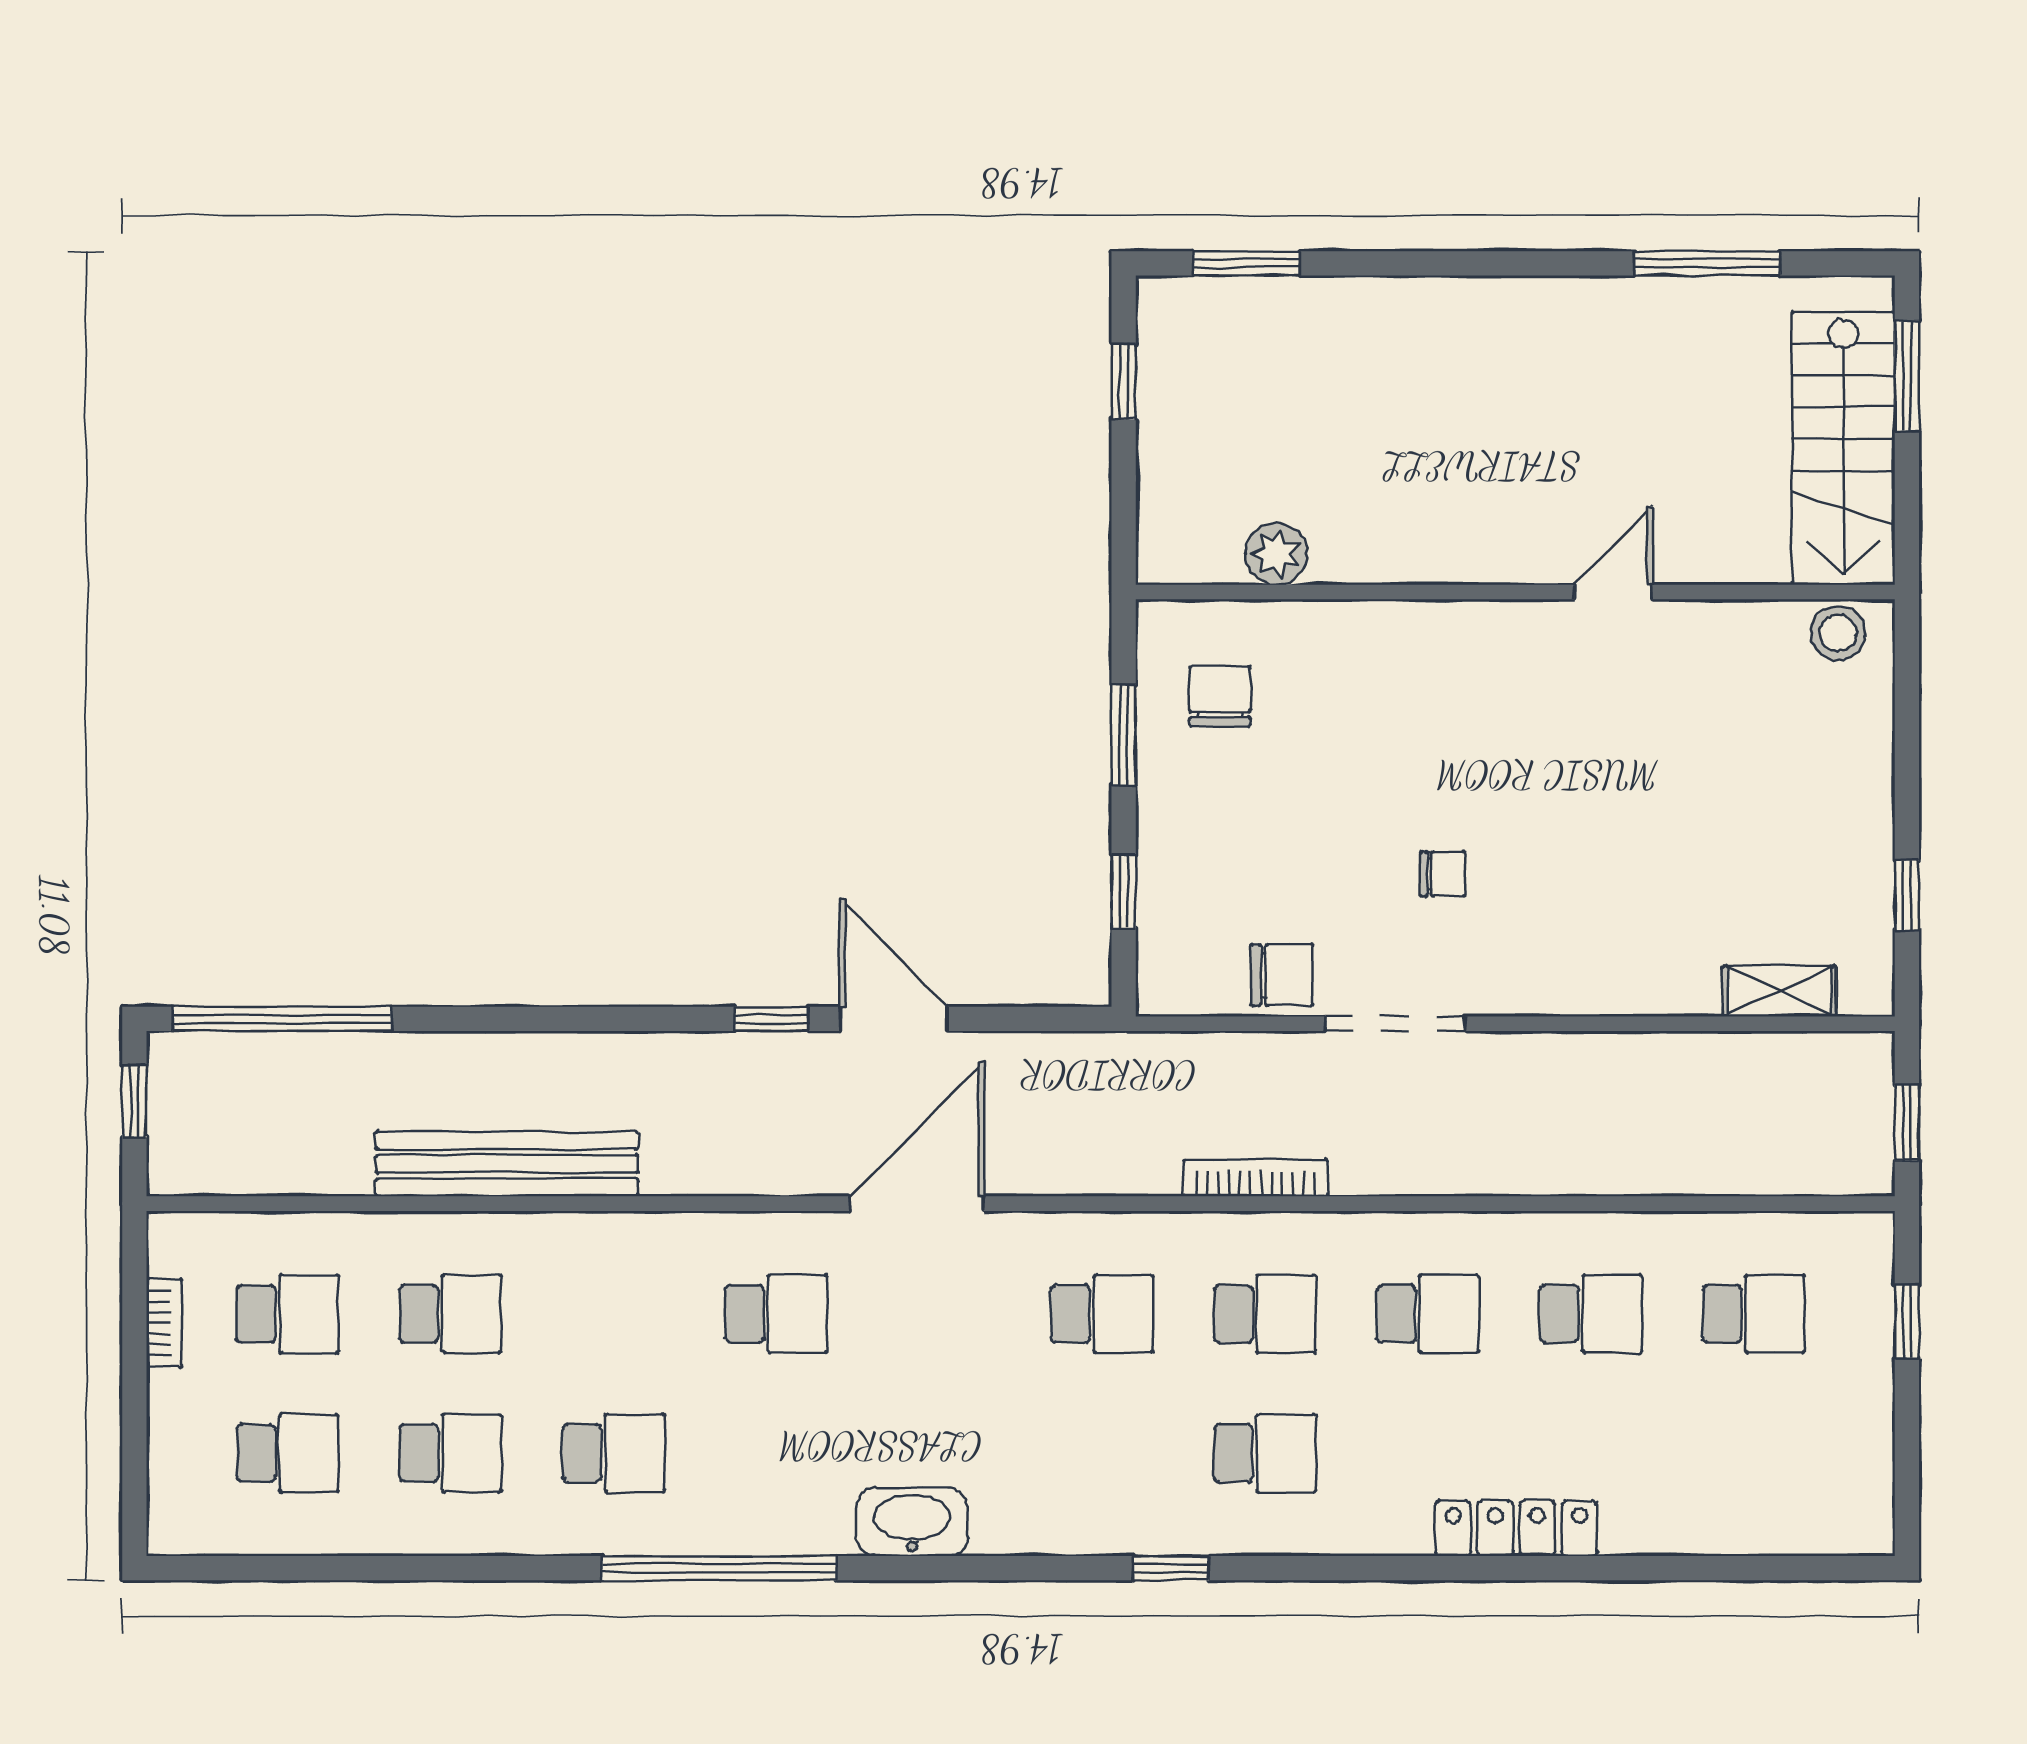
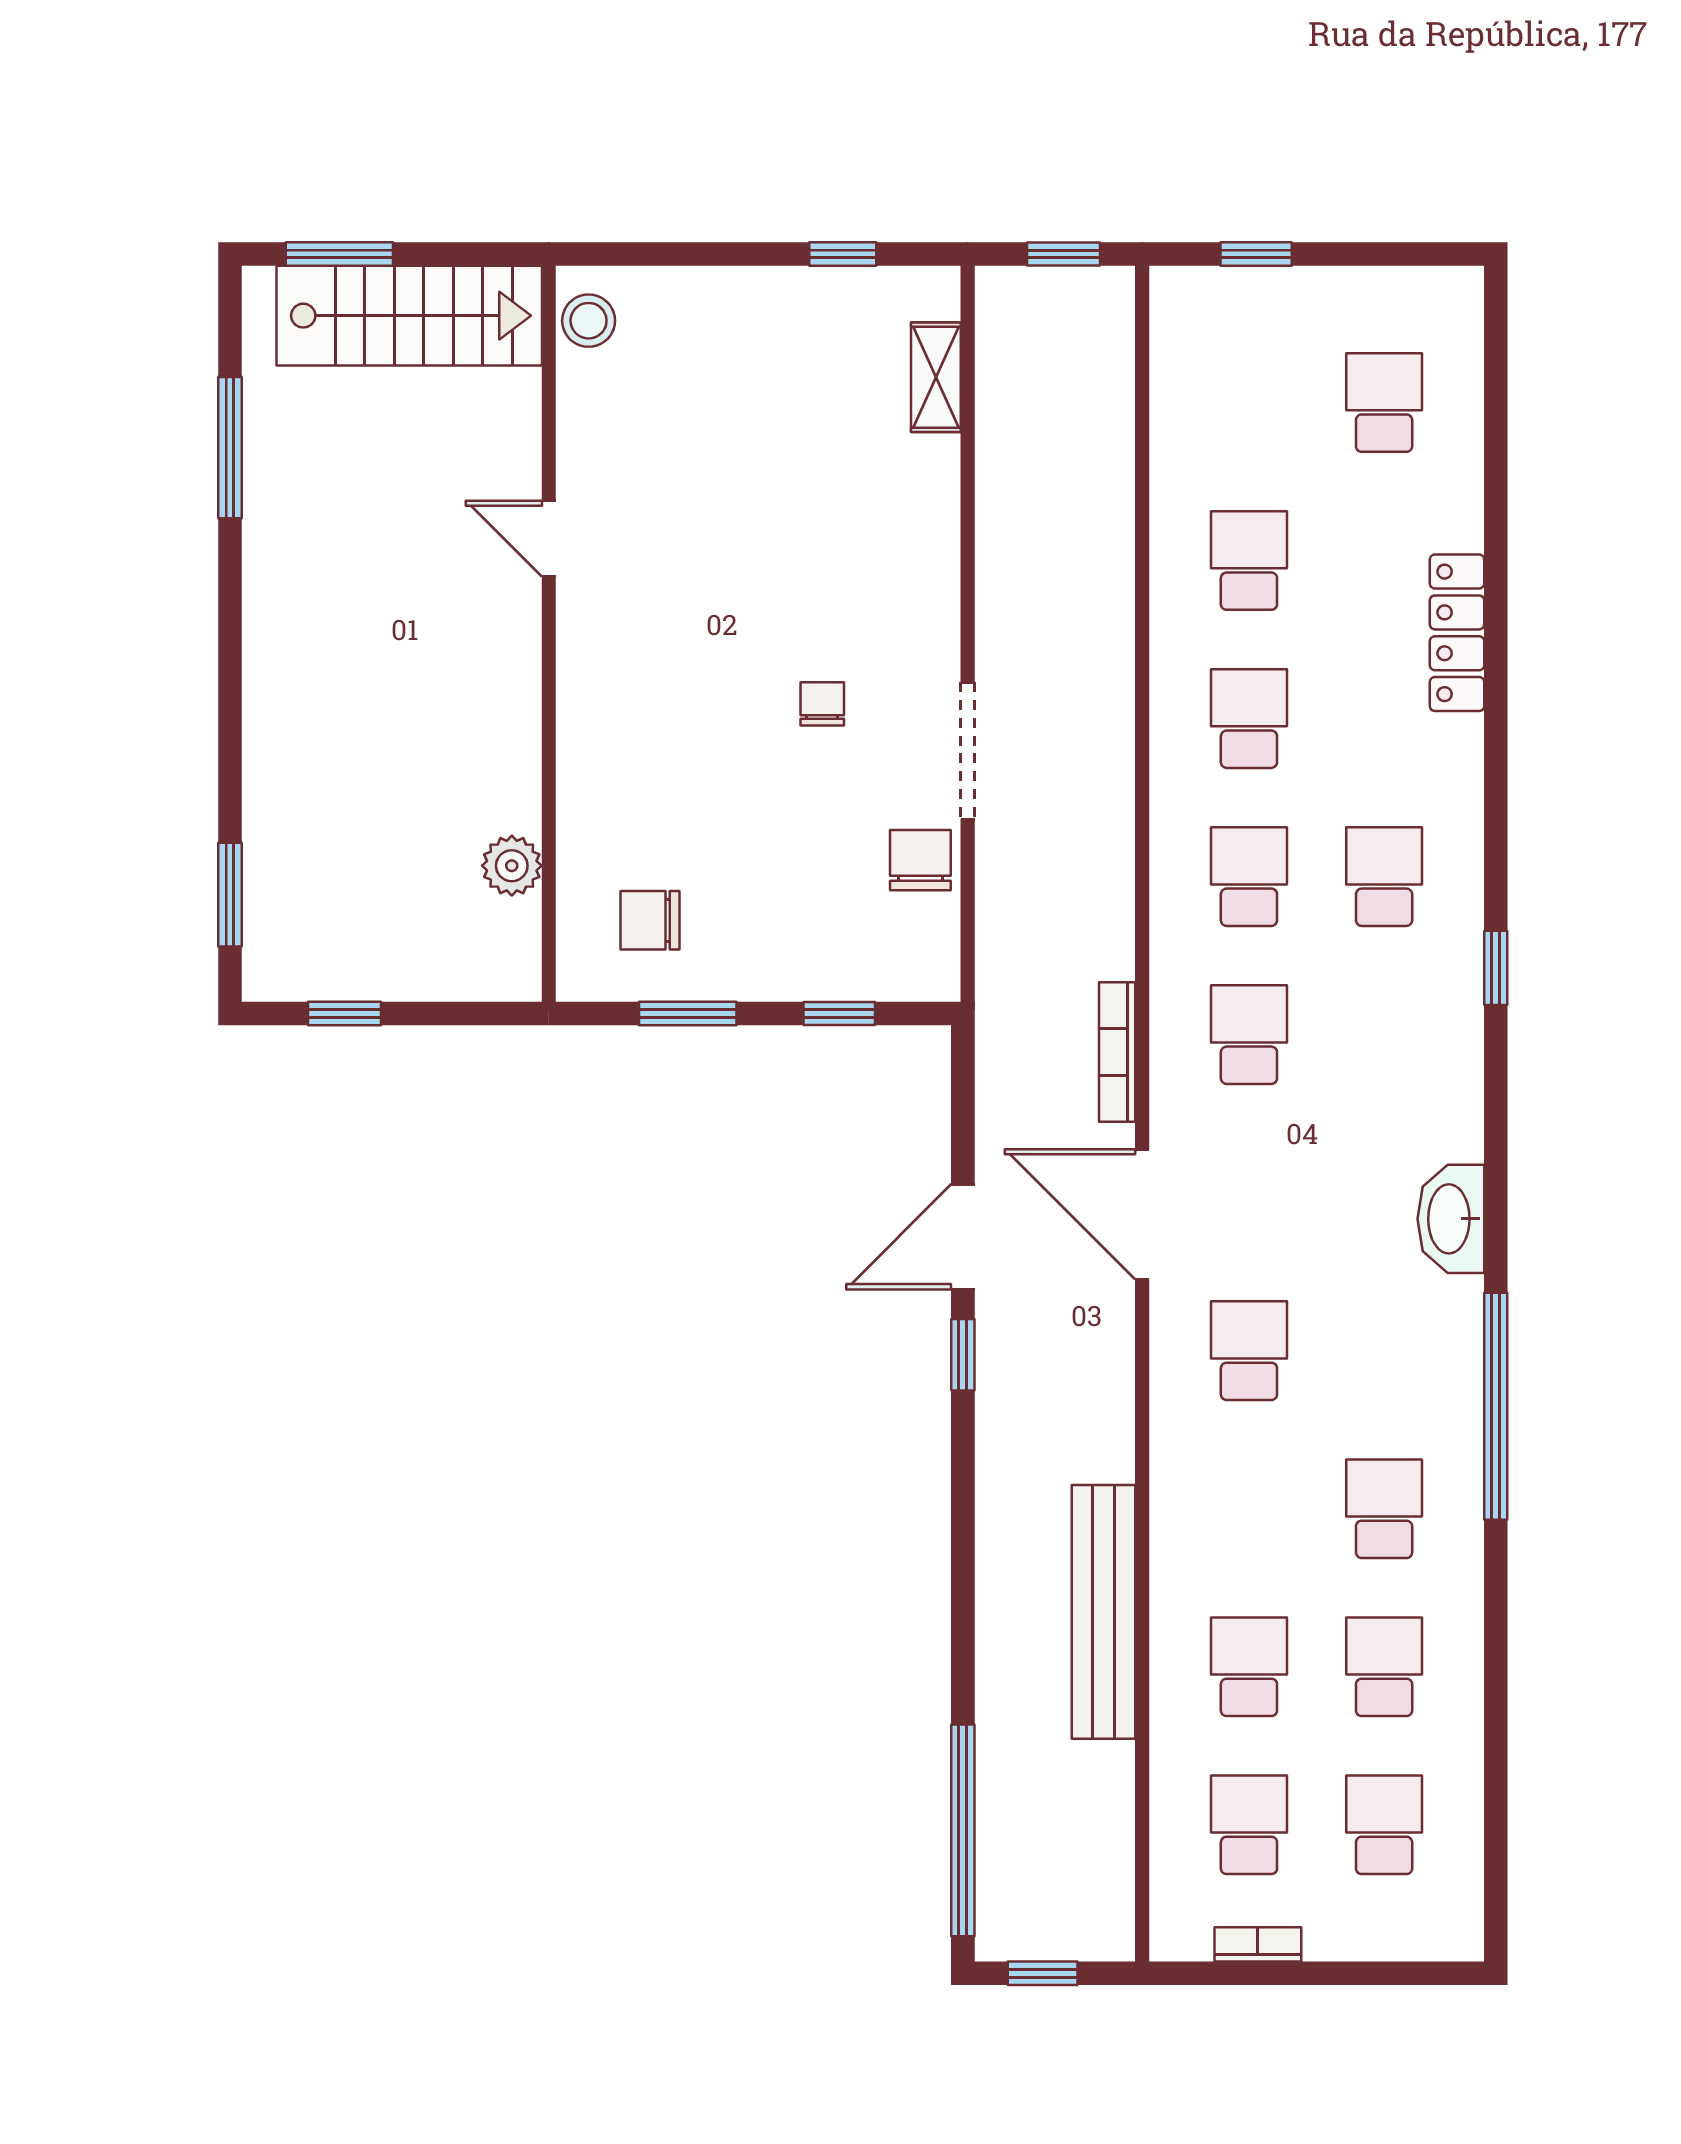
bookcase: (1256, 1178) -> (1117, 1052), moved
school desk: (1754, 1314) -> (1384, 403), moved

